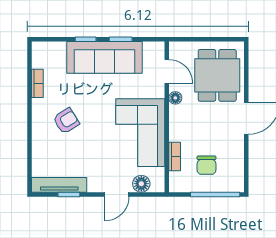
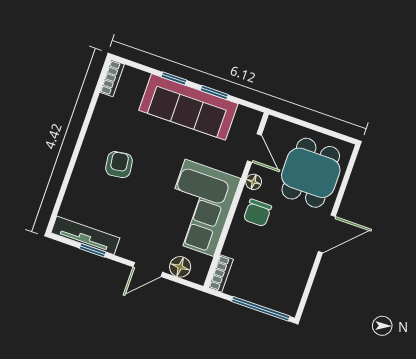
bookcase: (37, 83) -> (112, 78), moved
armchair: (66, 121) -> (119, 165), turned -66
bookcase: (175, 157) -> (221, 274), moved
chair: (206, 165) -> (258, 213), moved

